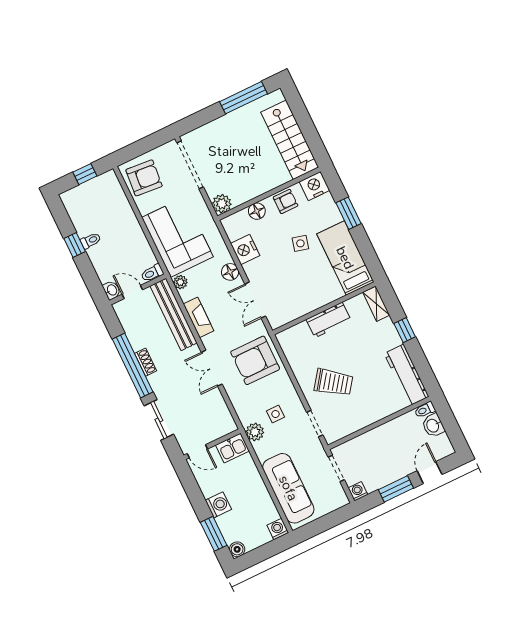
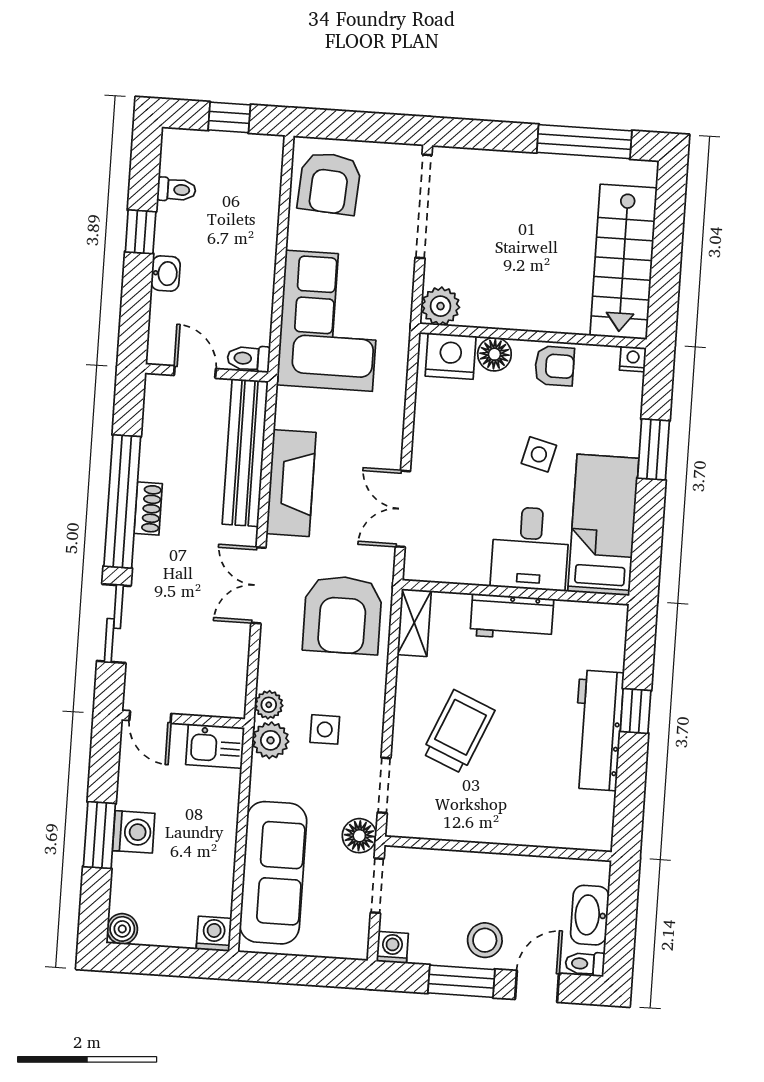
armchair: (144, 178) -> (329, 183), turned 89
nightstand: (315, 186) -> (633, 359), width x0.53, depth x0.56
toilet: (91, 241) -> (176, 190), moved
nightstand: (245, 249) -> (451, 356), moved, turned 90
floor lamp: (230, 272) -> (359, 836), moved
plant: (180, 282) -> (269, 705), moved
desk: (320, 286) -> (530, 548), added
washbasin: (112, 290) -> (166, 273), moved
shelving: (376, 304) -> (414, 623), moved
fireplace: (199, 317) -> (291, 483), width x1.37, depth x1.32
armchair: (255, 360) -> (342, 615), turned -90
workbench: (407, 375) -> (598, 730), moved
trolley: (334, 382) -> (458, 732), turned -103
toilet: (425, 410) -> (585, 964), moved
washbasin: (433, 425) -> (590, 915), width x1.38
stool: (396, 466) -> (485, 940), added
window: (214, 534) -> (99, 835), moved

